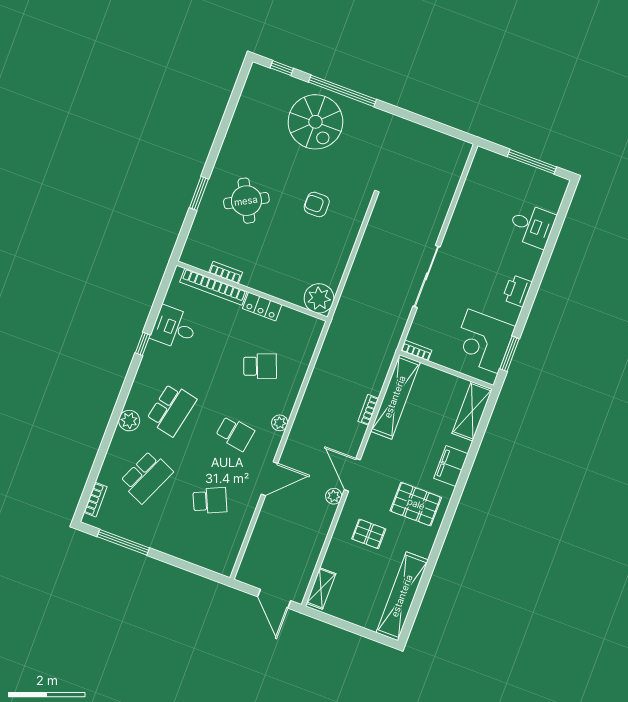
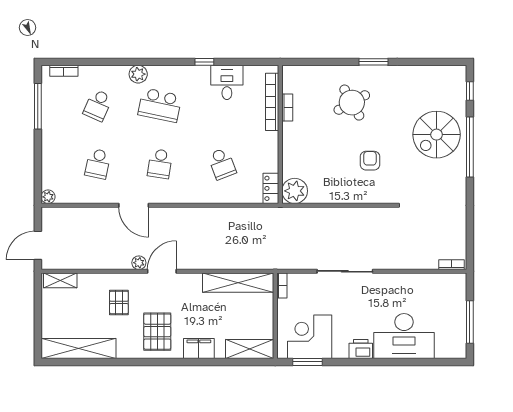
window: (199, 193) -> (373, 62), moved
desk: (532, 226) -> (404, 336), width x1.87, depth x1.30
locker: (262, 306) -> (271, 188), moved
bookcase: (368, 410) -> (452, 265), moved
plant: (280, 423) -> (48, 197), moved
school desk: (146, 477) -> (98, 105), width x0.54
school desk: (210, 501) -> (98, 164), turned 36

